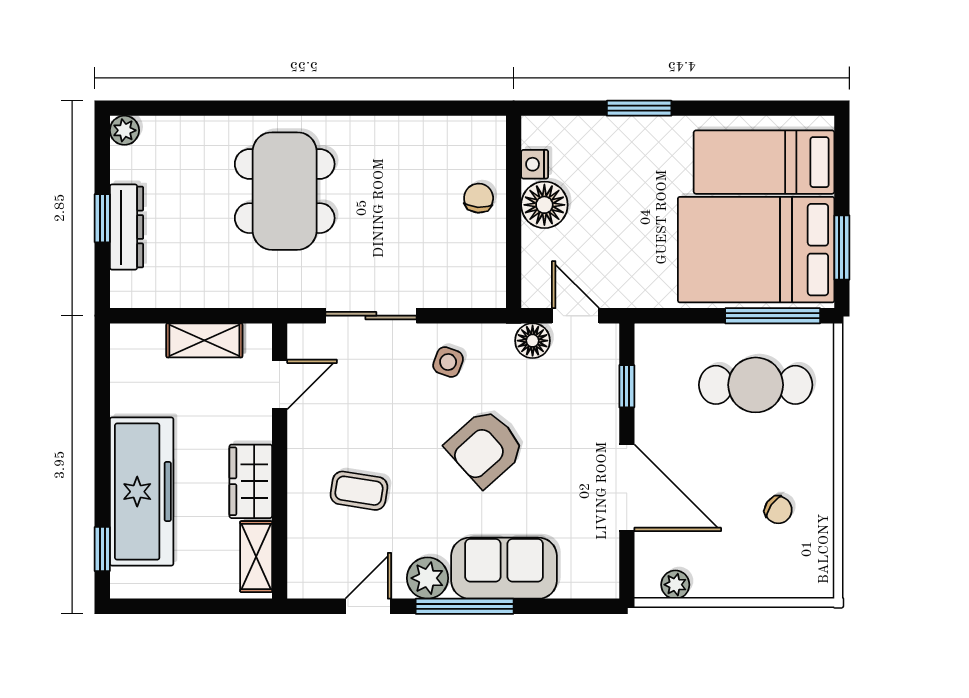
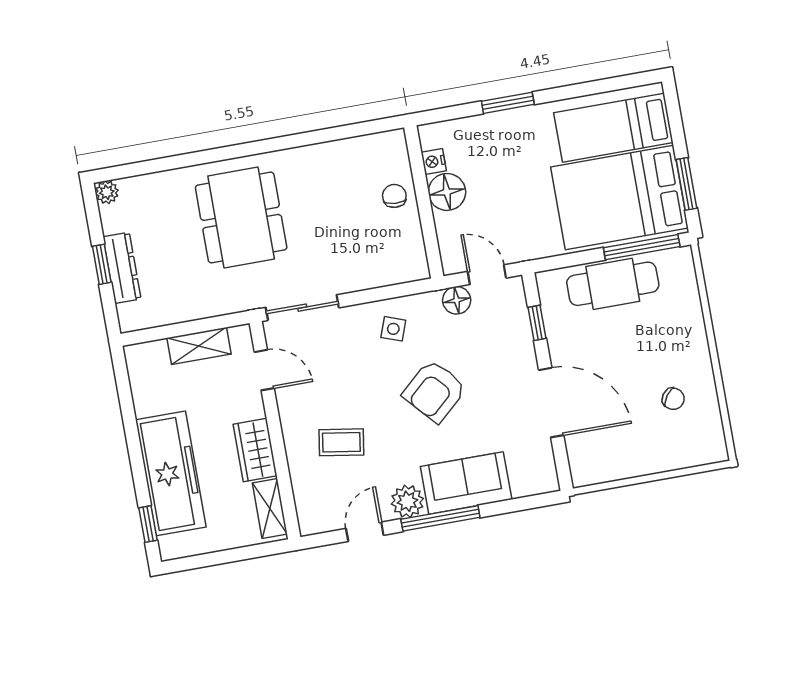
sliding door: (371, 316) -> (302, 308), moved
door: (280, 384) -> (264, 370), hinge flipped
cafe table: (756, 385) -> (613, 284), moved
plant: (675, 585) -> (603, 472), removed

